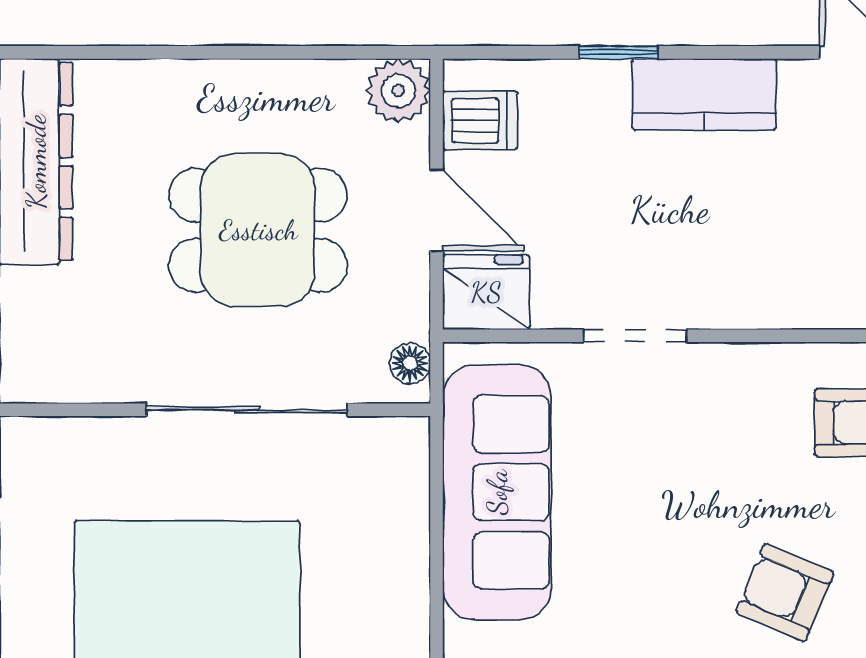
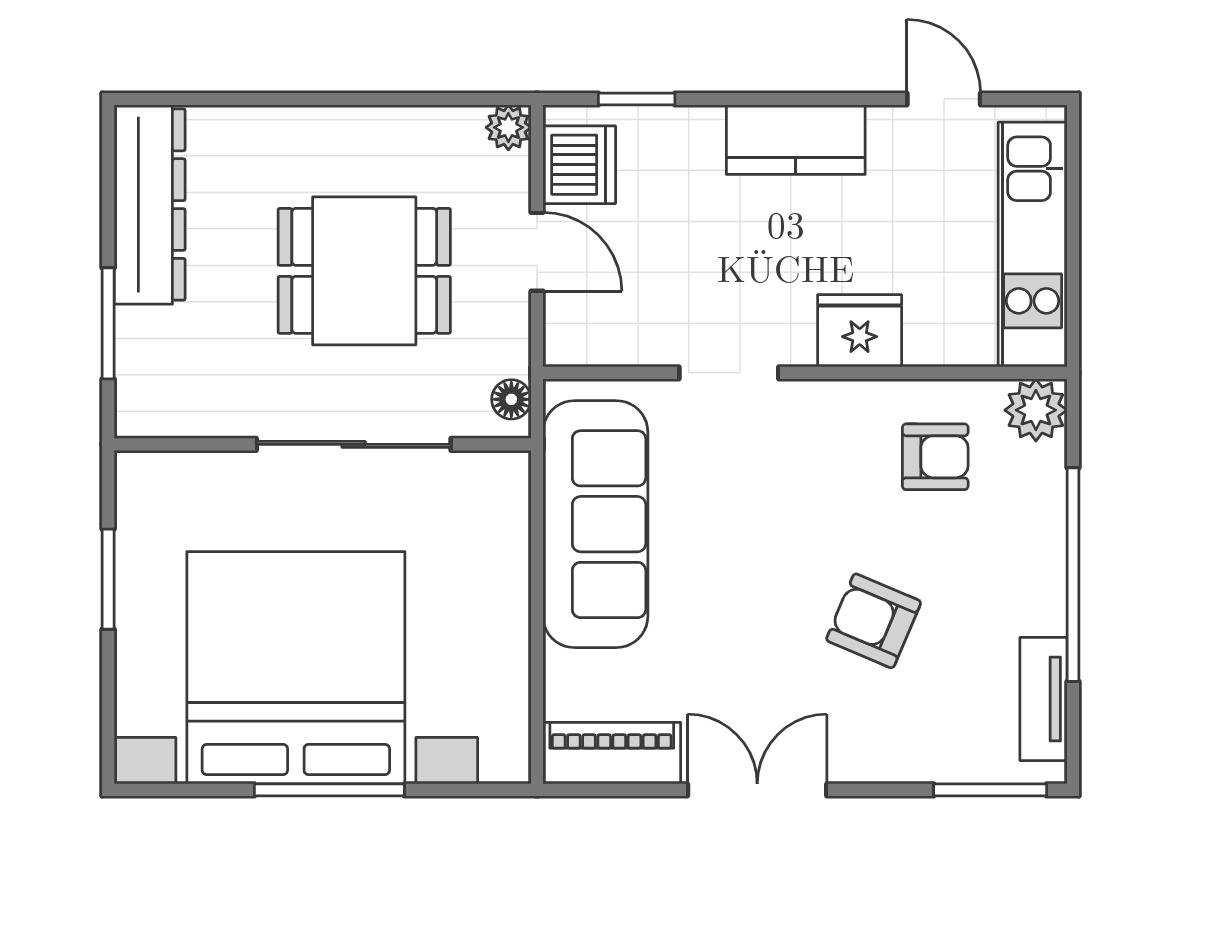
window: (618, 52) -> (637, 99), moved
plant: (398, 91) -> (508, 127), width x0.73, depth x0.73
dishwasher: (480, 120) -> (579, 165), width x1.38
fridge: (486, 292) -> (860, 331), moved

